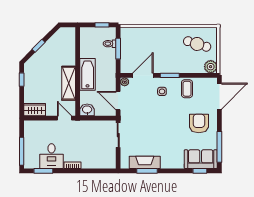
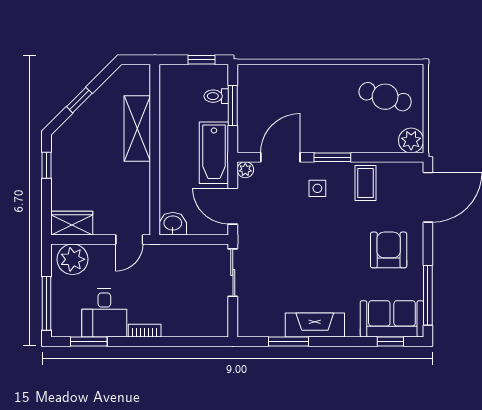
bathtub: (88, 74) -> (214, 153), moved, turned 180
shelving: (69, 83) -> (137, 128), moved
door: (64, 118) -> (129, 240), swing flipped
plant: (35, 128) -> (73, 259), added
fireplace: (145, 162) -> (315, 325), moved

